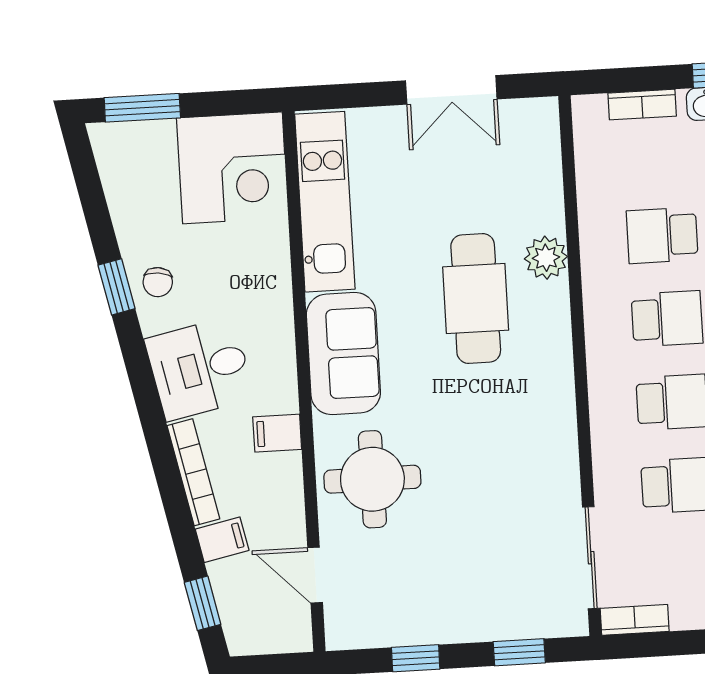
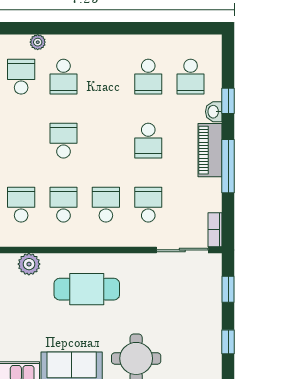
school desk: (662, 235) -> (21, 205), turned 180
cafe table: (476, 299) -> (87, 289), moved

